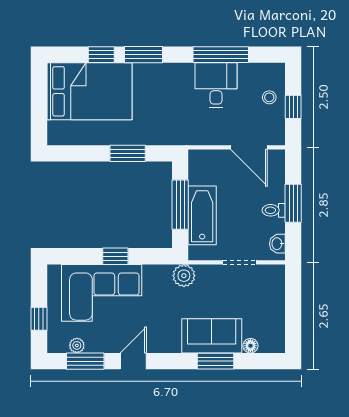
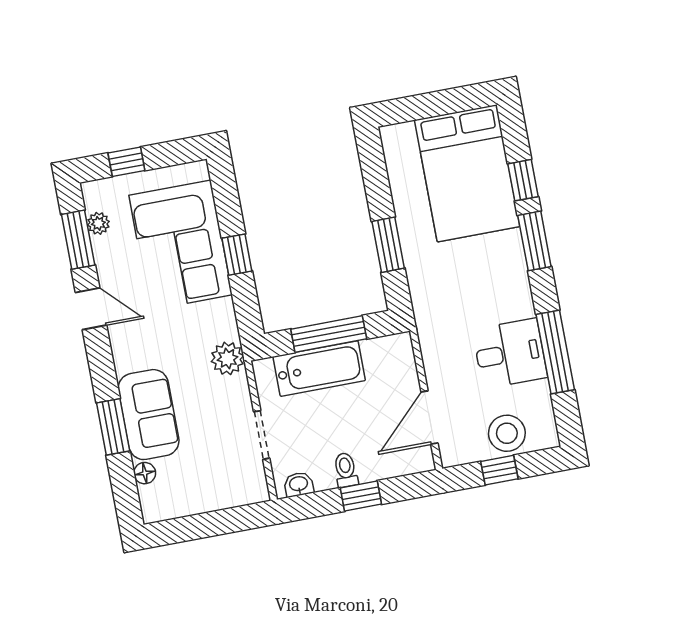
stool: (269, 97) -> (507, 433), width x1.89, depth x1.89
window: (293, 203) -> (361, 496), width x0.67

